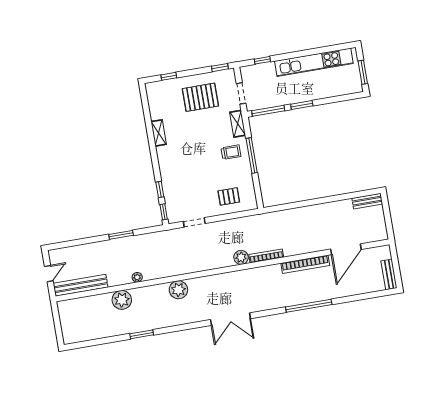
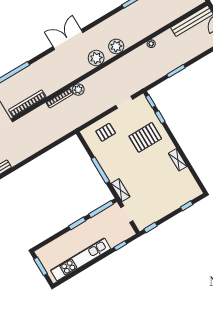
pallet: (200, 97) -> (145, 137), moved
trolley: (231, 152) -> (117, 167), removed
plant: (122, 300) -> (96, 58), moved

